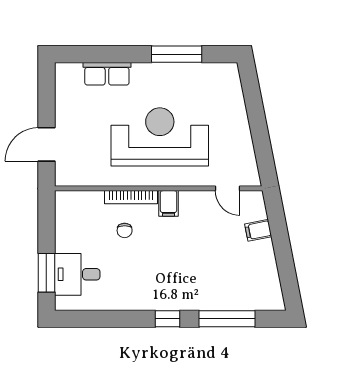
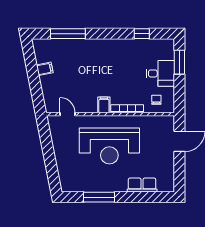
chair: (125, 230) -> (156, 100), moved
filing cabinet: (258, 230) -> (45, 69), moved
desk: (77, 274) -> (160, 73), moved
window: (167, 319) -> (142, 34), moved

